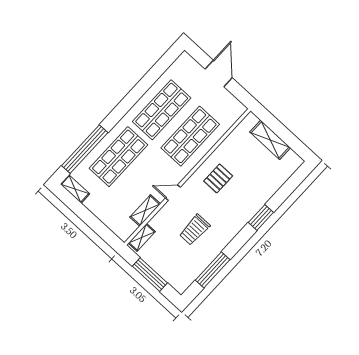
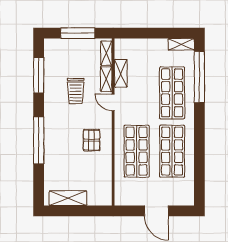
shelving: (270, 140) -> (68, 198), moved
door: (173, 193) -> (113, 102), swing flipped
shelving: (161, 217) -> (106, 79), added
window: (261, 217) -> (39, 140), width x2.11
trolley: (195, 230) -> (76, 91), turned 180

